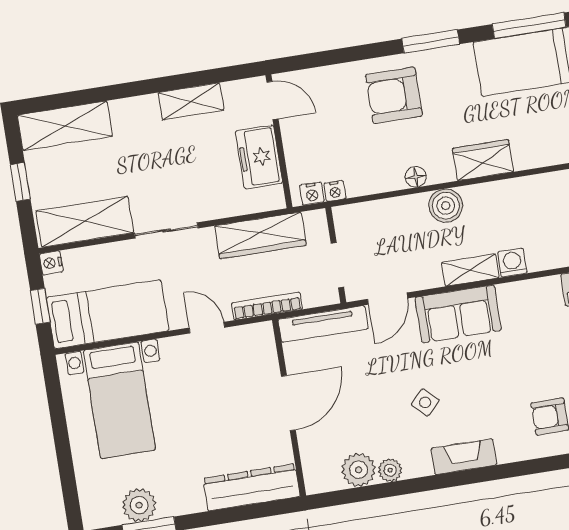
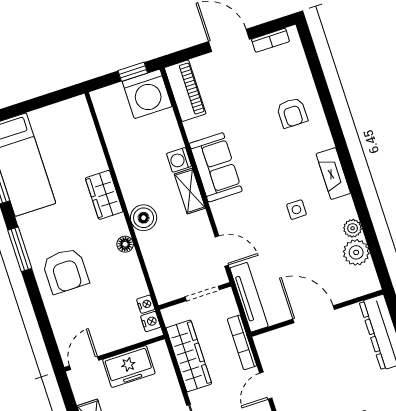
sofa: (458, 314) -> (216, 167), moved
side table: (425, 402) -> (296, 210), turned 45

